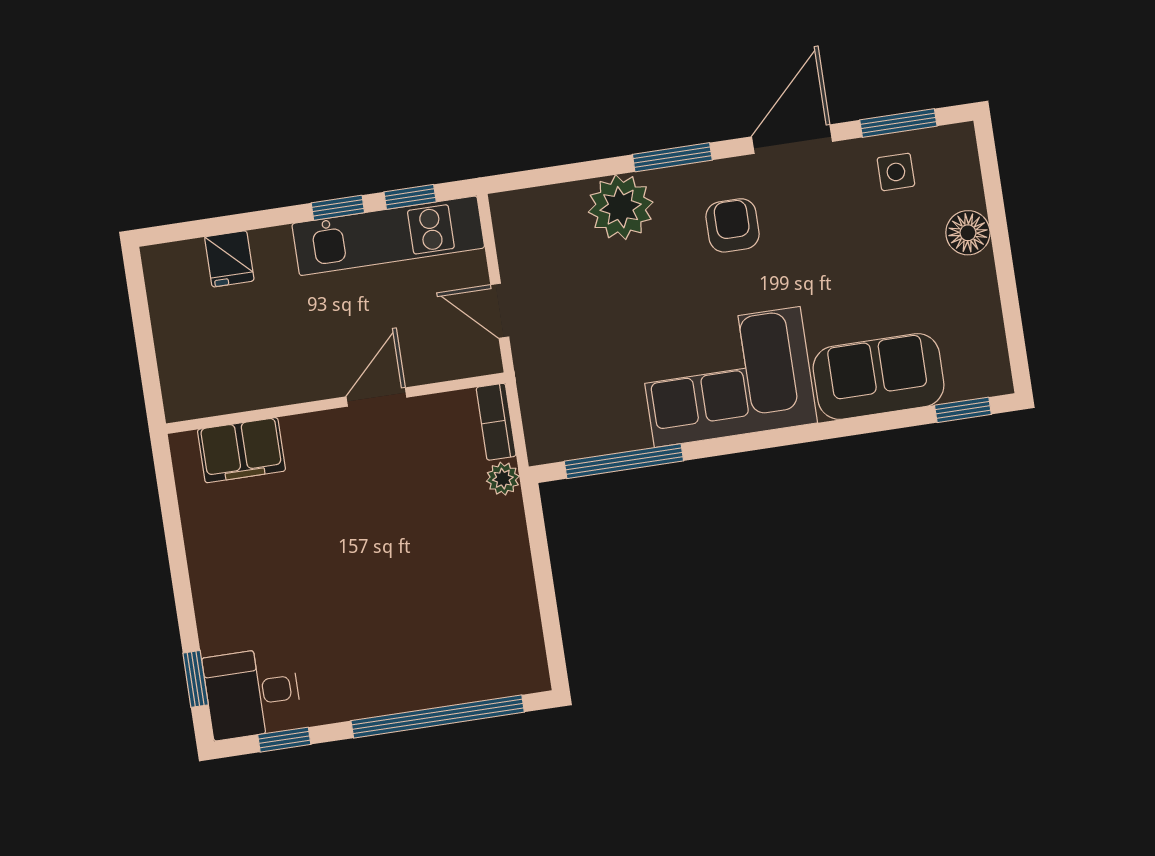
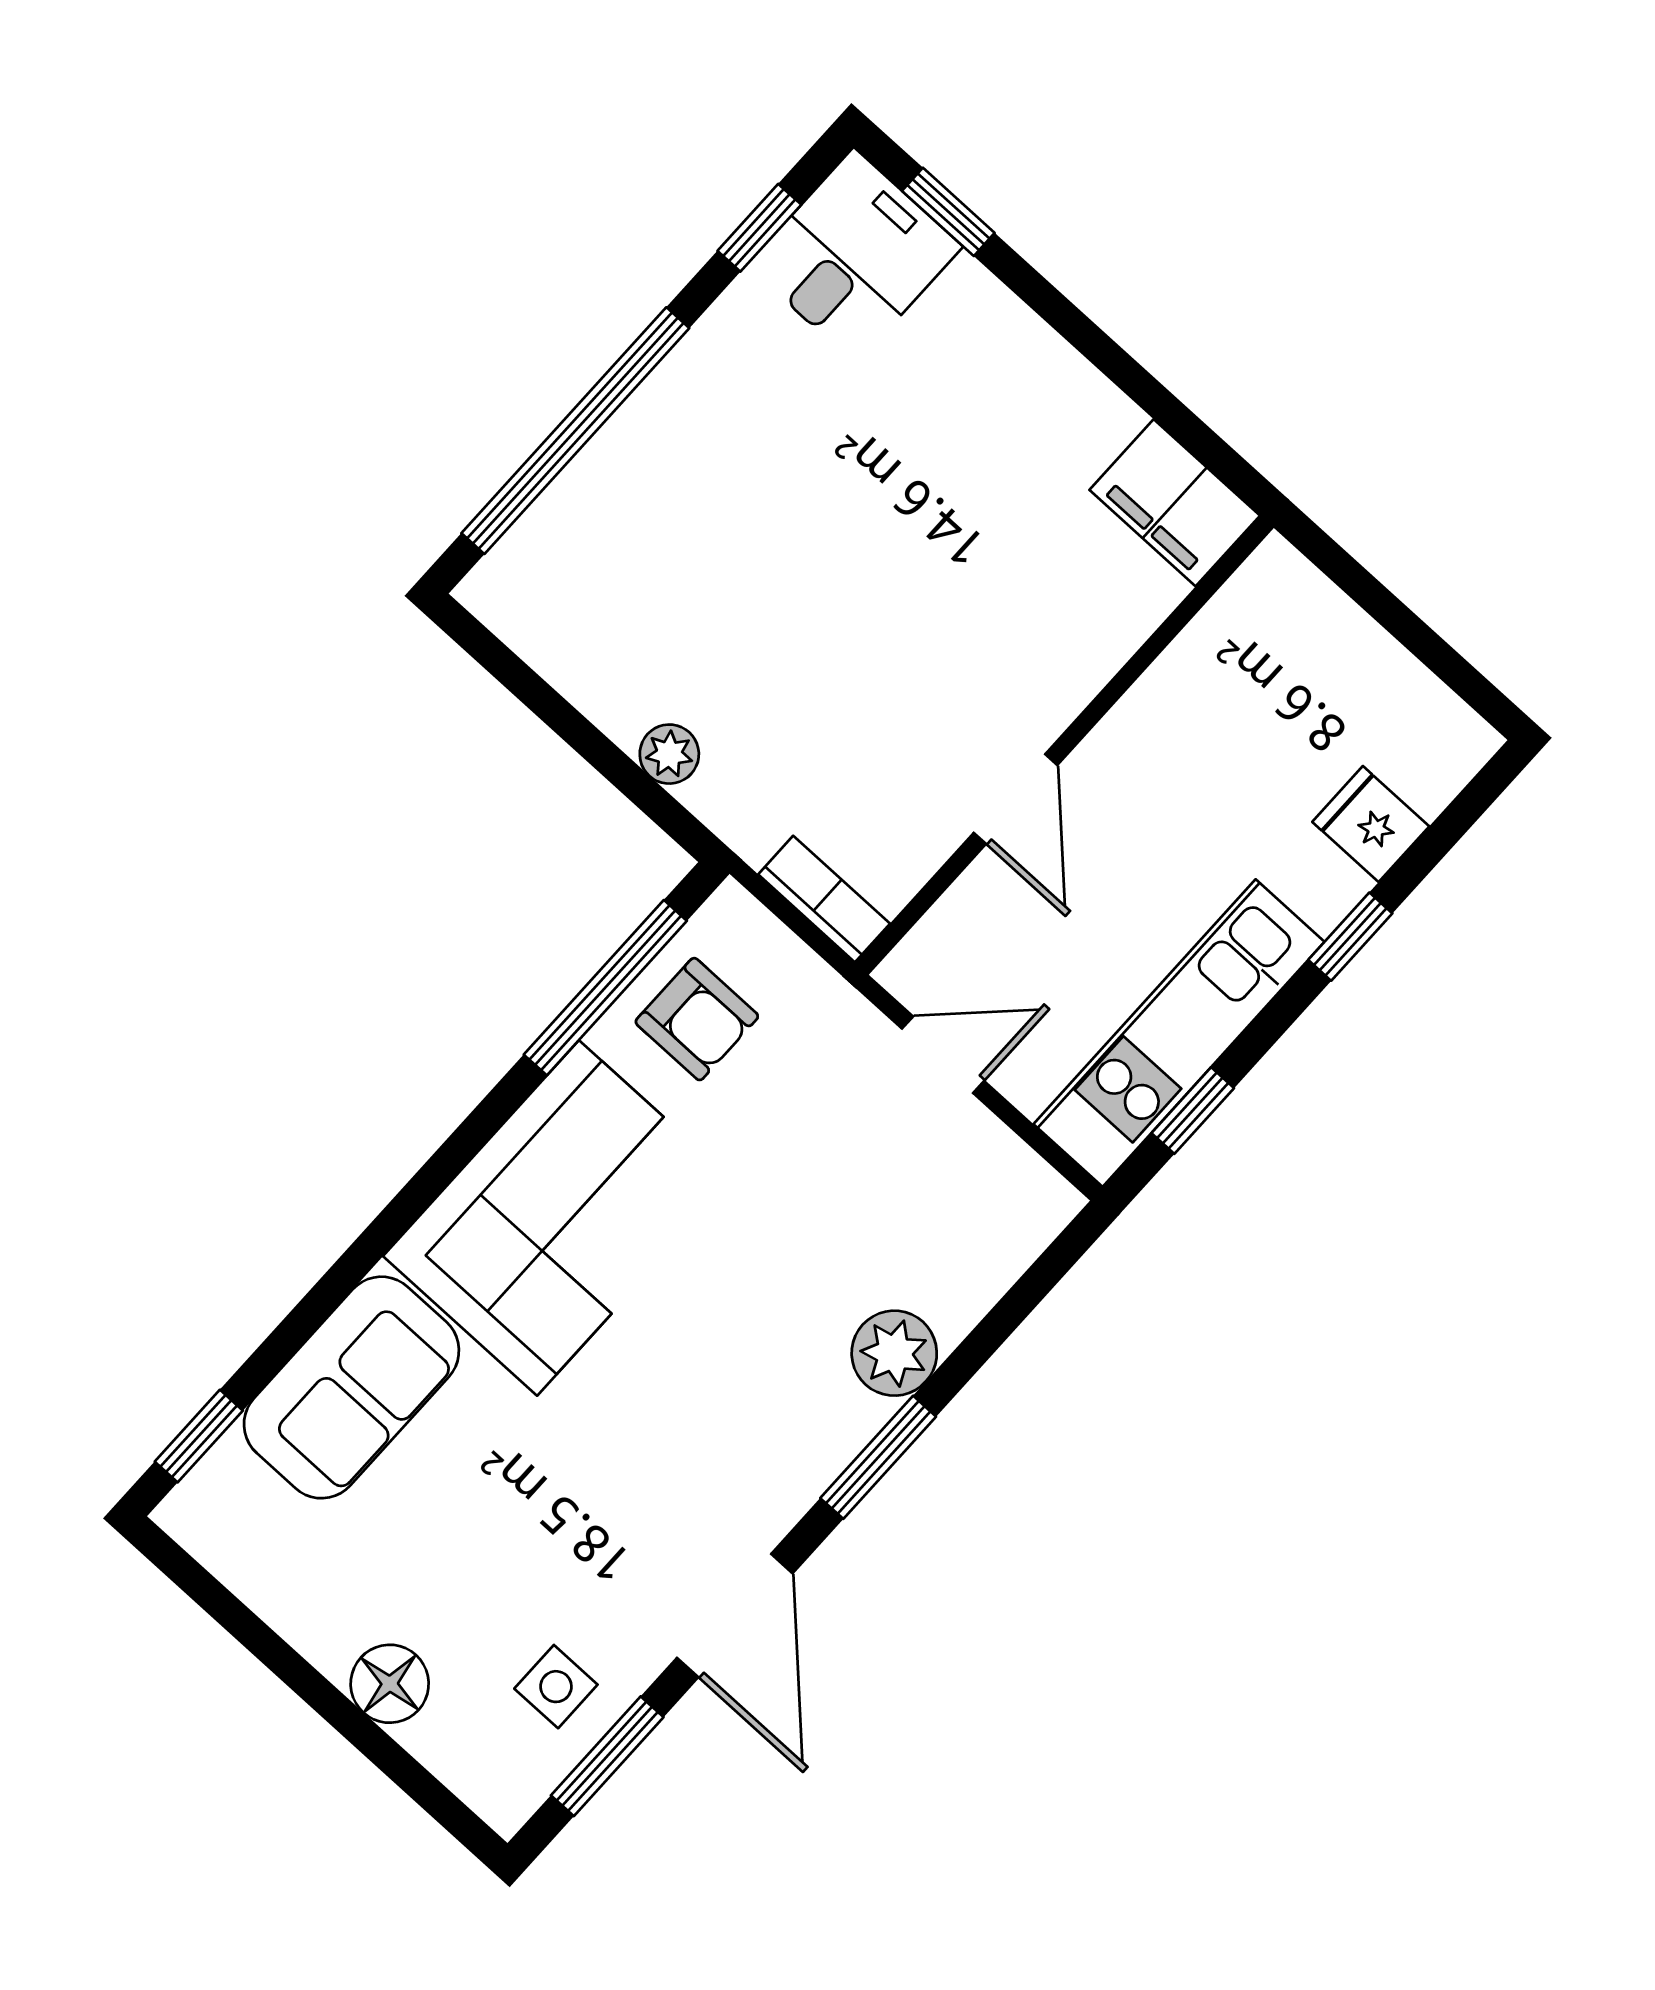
plant: (621, 207) -> (894, 1353), width x0.73, depth x0.73
window: (338, 208) -> (1350, 937), moved
armchair: (733, 225) -> (697, 1019), moved
filing cabinet: (241, 450) -> (1175, 503), moved, turned -90
plant: (503, 479) -> (669, 754), moved

